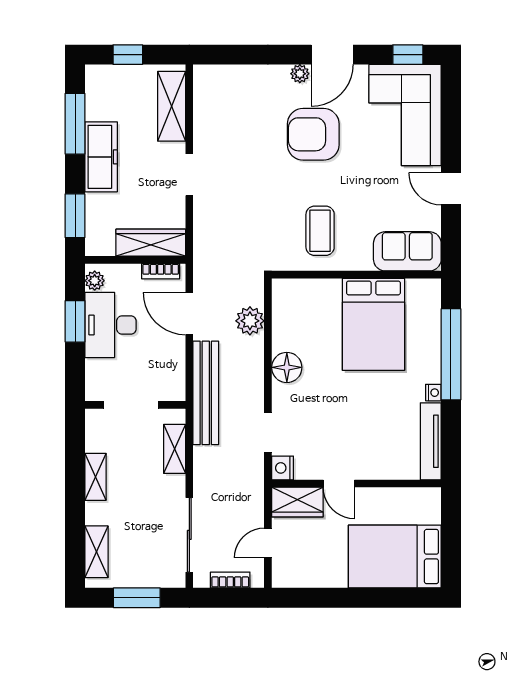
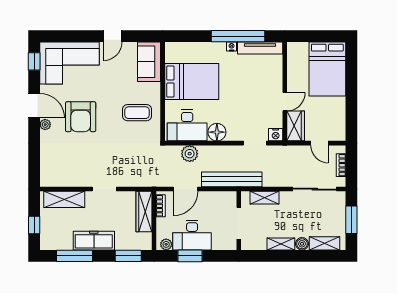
desk: (298, 316) -> (187, 125), added
window: (451, 354) -> (238, 36), moved
boiler: (96, 513) -> (302, 244), added

